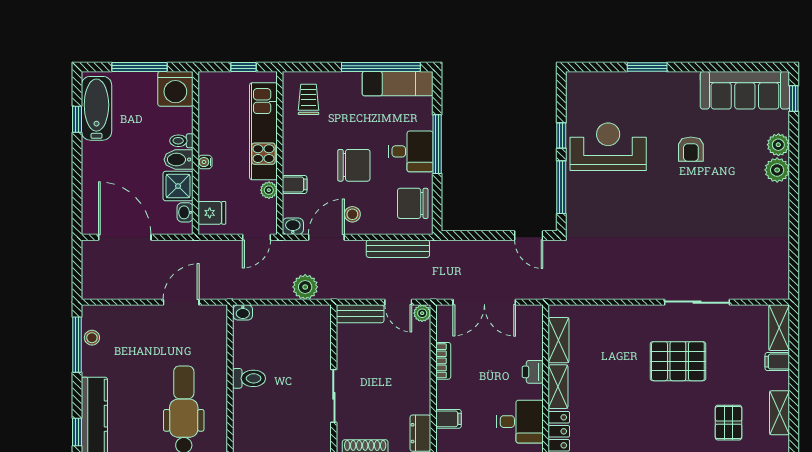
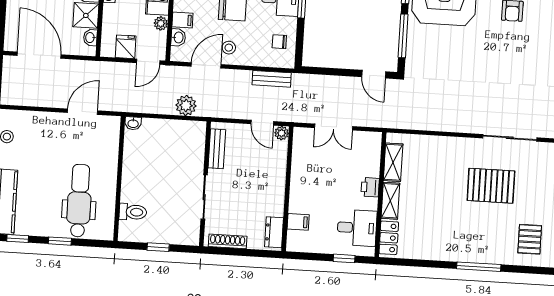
chair: (413, 203) -> (279, 42), width x0.54, depth x0.54
fridge: (212, 213) -> (126, 47), moved, turned -90
washbasin: (293, 226) -> (178, 37), moved, turned 90
bench: (398, 249) -> (272, 79), width x0.73
double door: (484, 302) -> (334, 127), width x0.73
bench: (360, 314) -> (217, 149), moved, turned 90
bookcase: (443, 361) -> (297, 174), removed
toilet: (249, 378) -> (133, 212), moved

